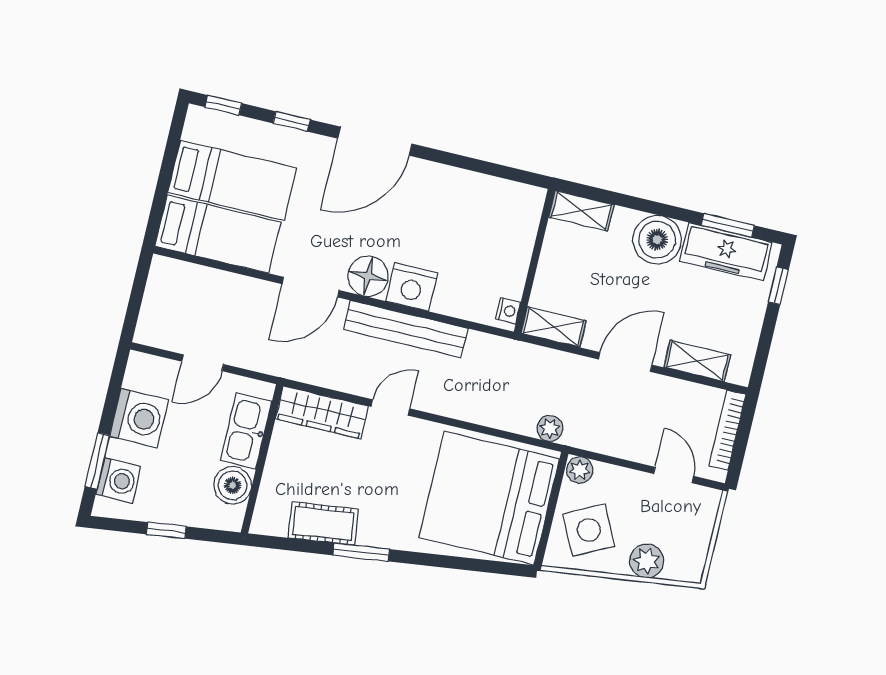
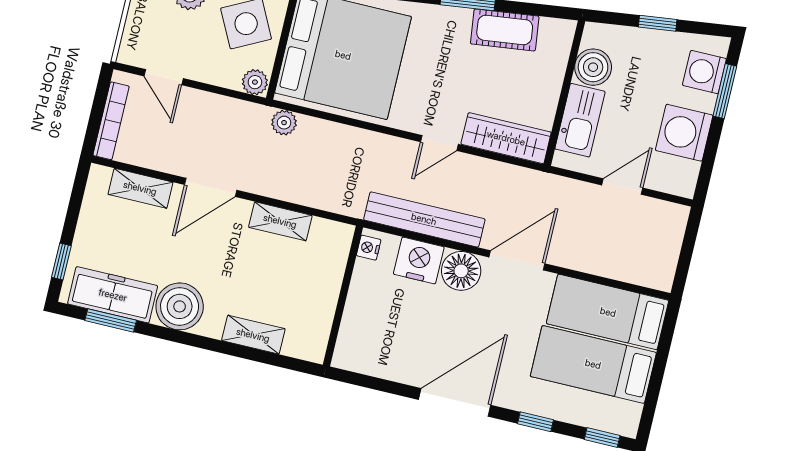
wall: (534, 261) -> (343, 296), moved
nightstand: (508, 311) -> (369, 248), moved

